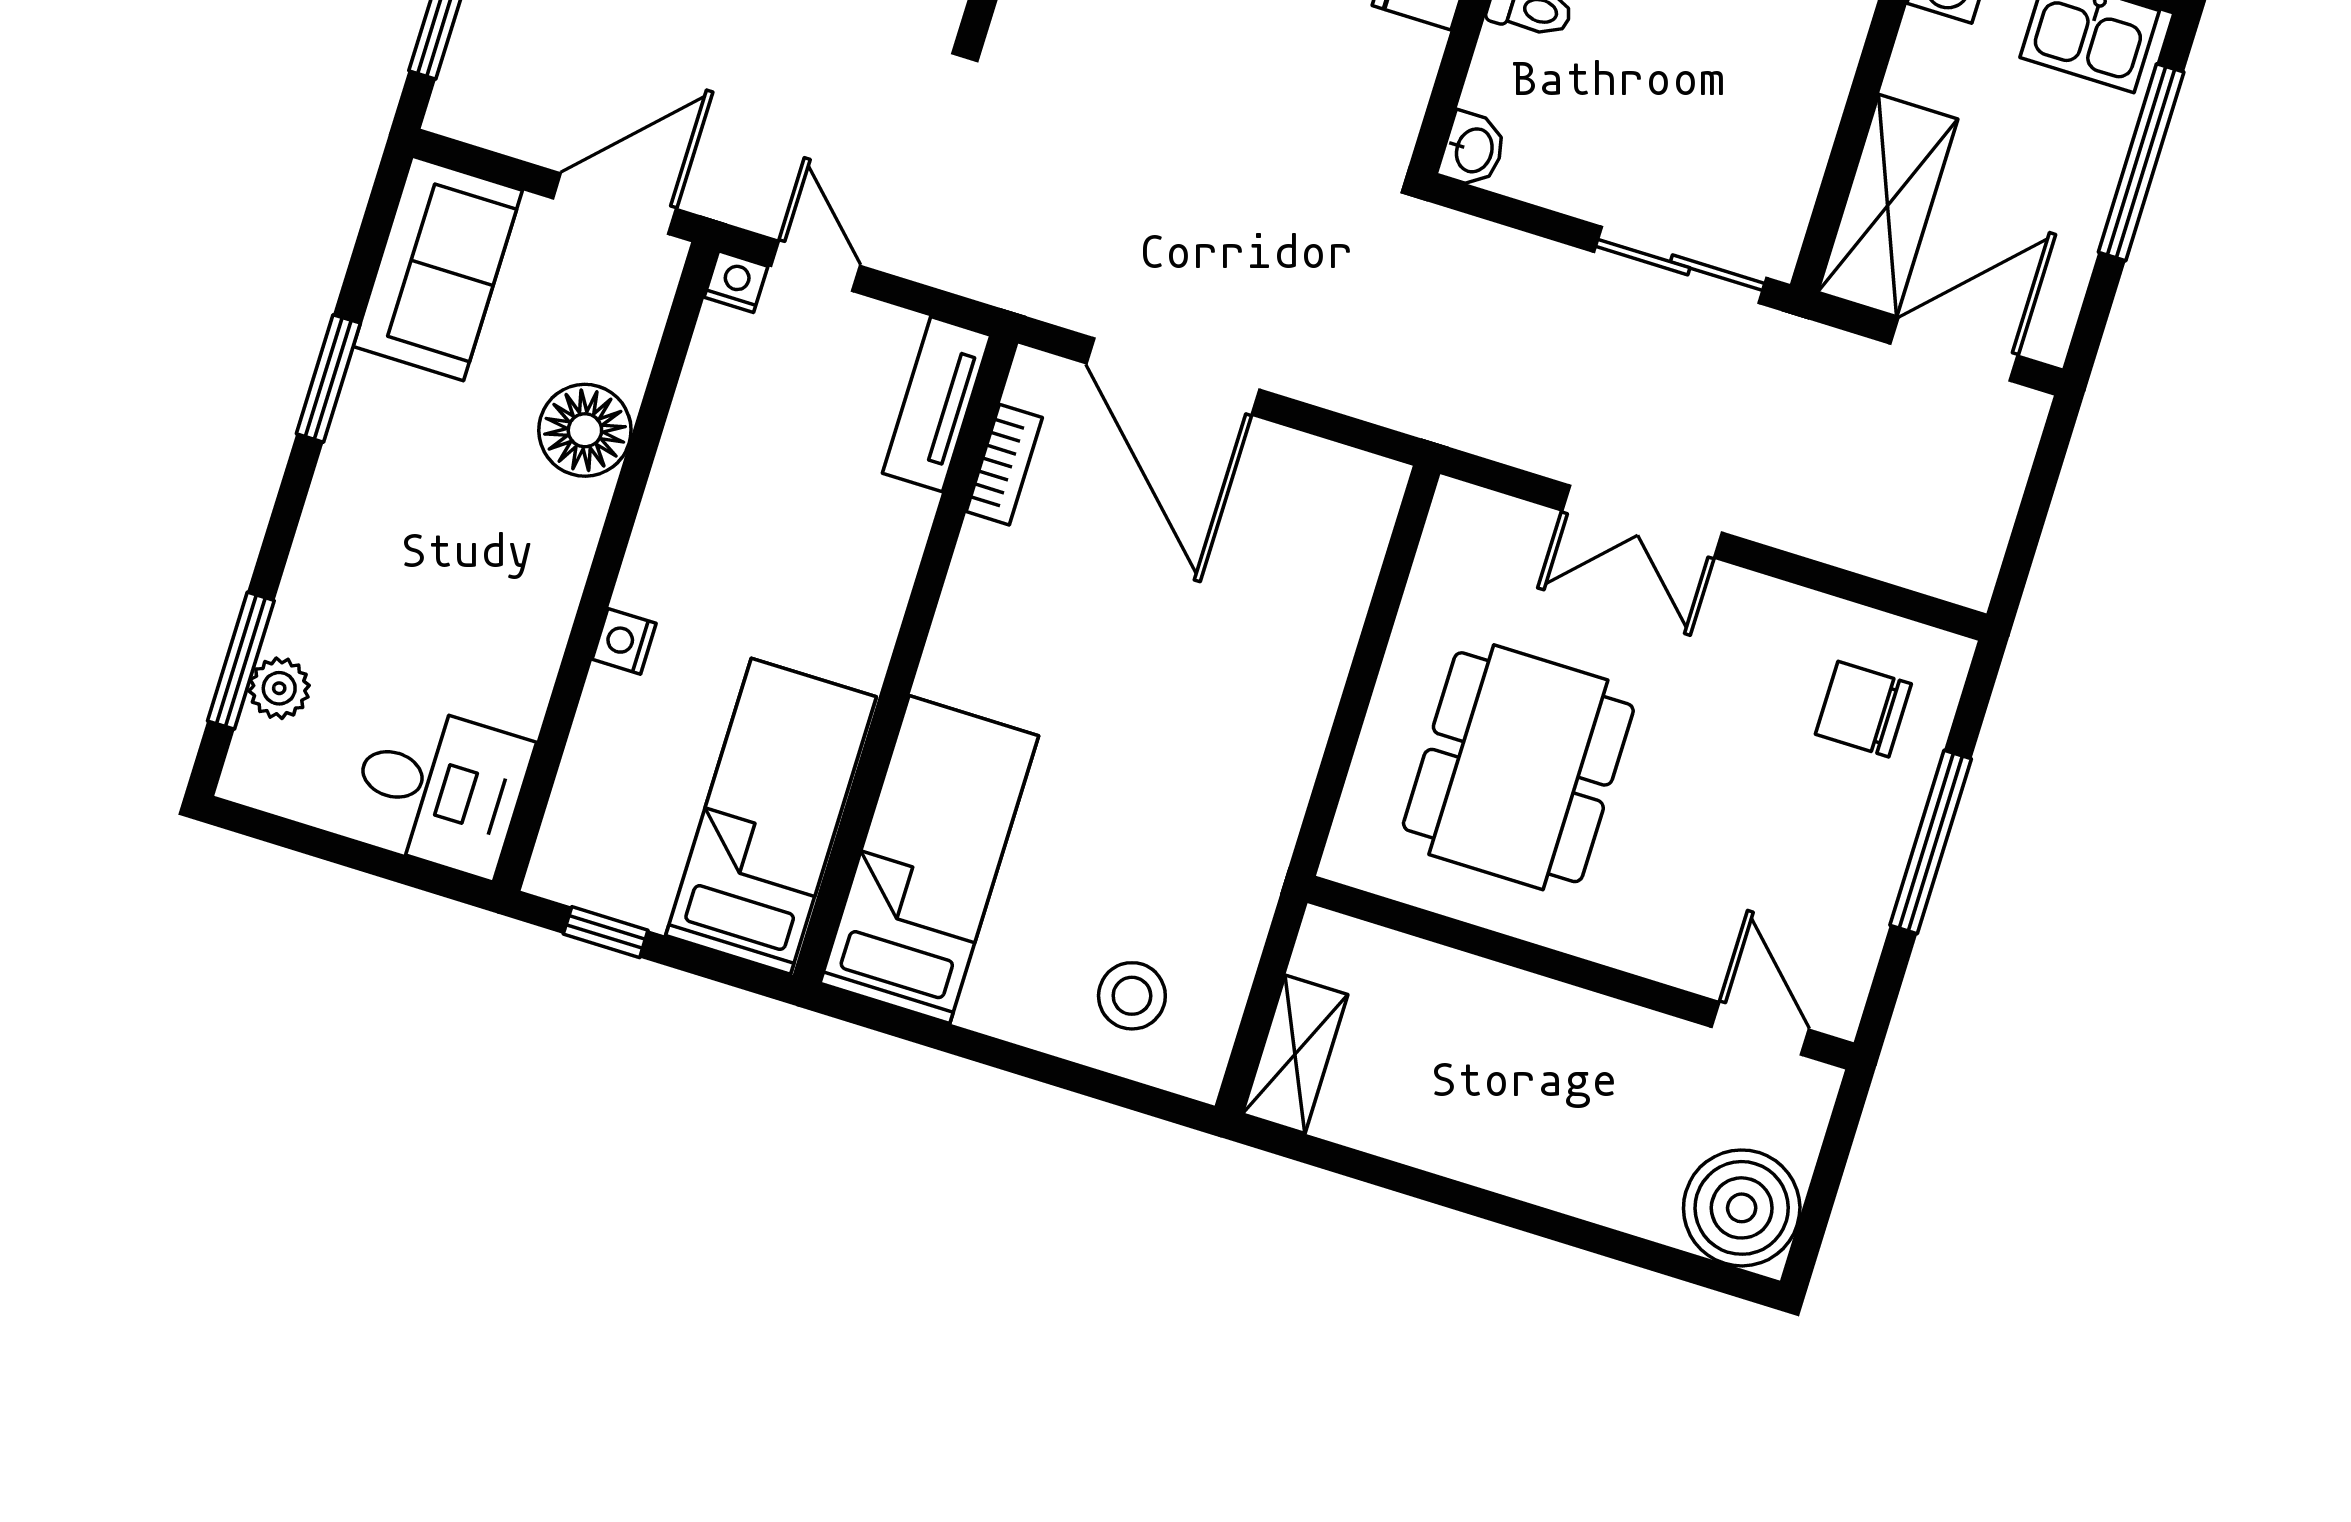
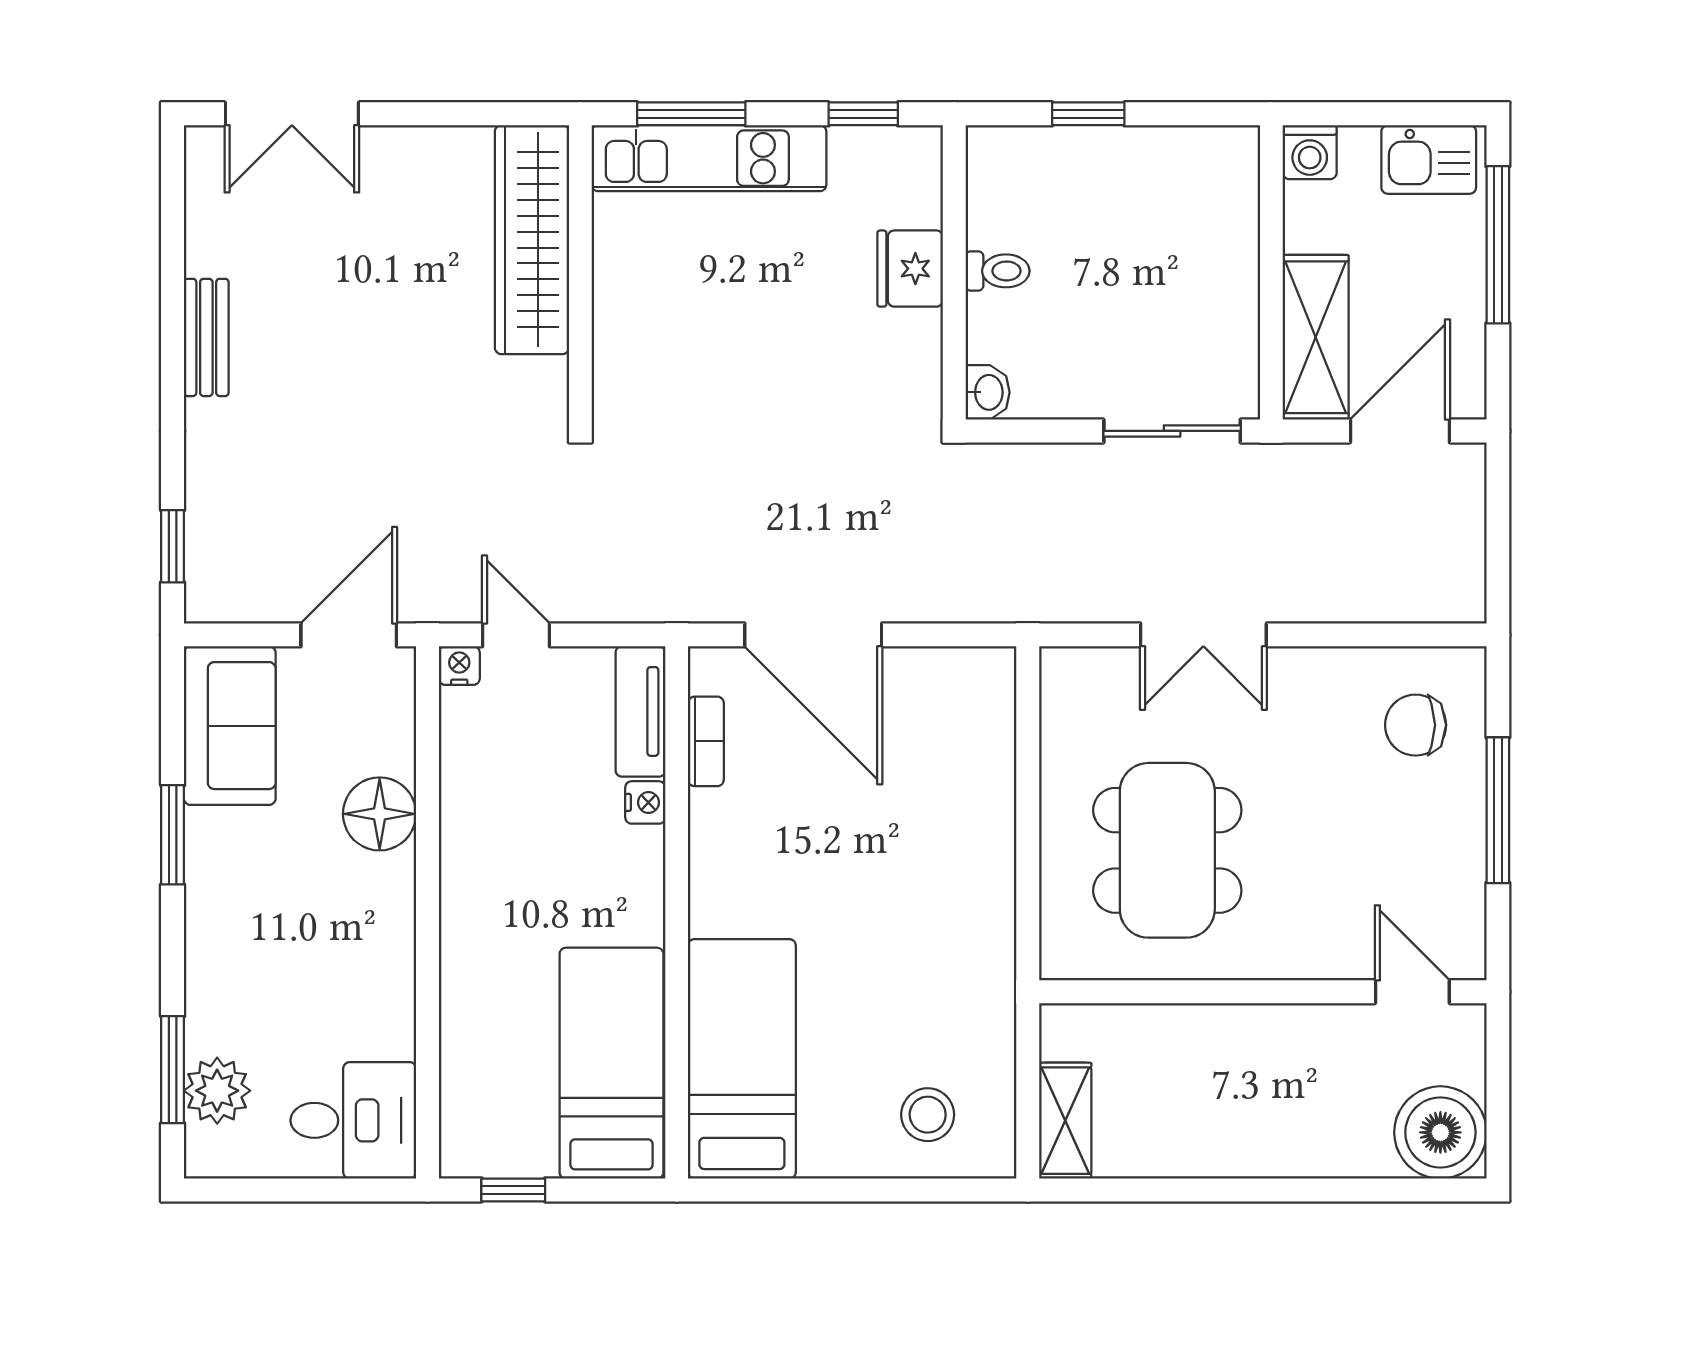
nightstand: (624, 641) -> (645, 802), moved, turned 180
plant: (279, 688) -> (217, 1091), width x1.38, depth x1.38

